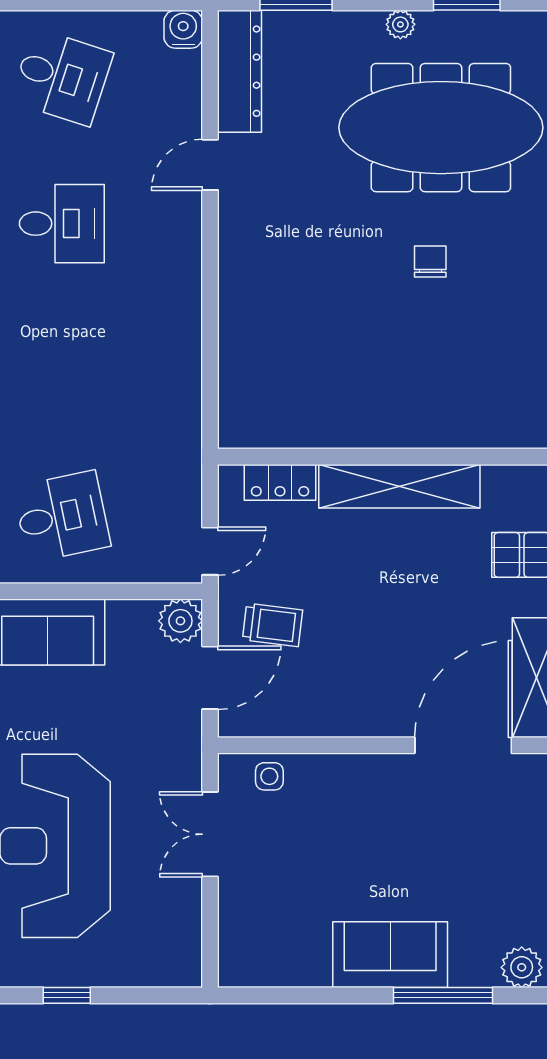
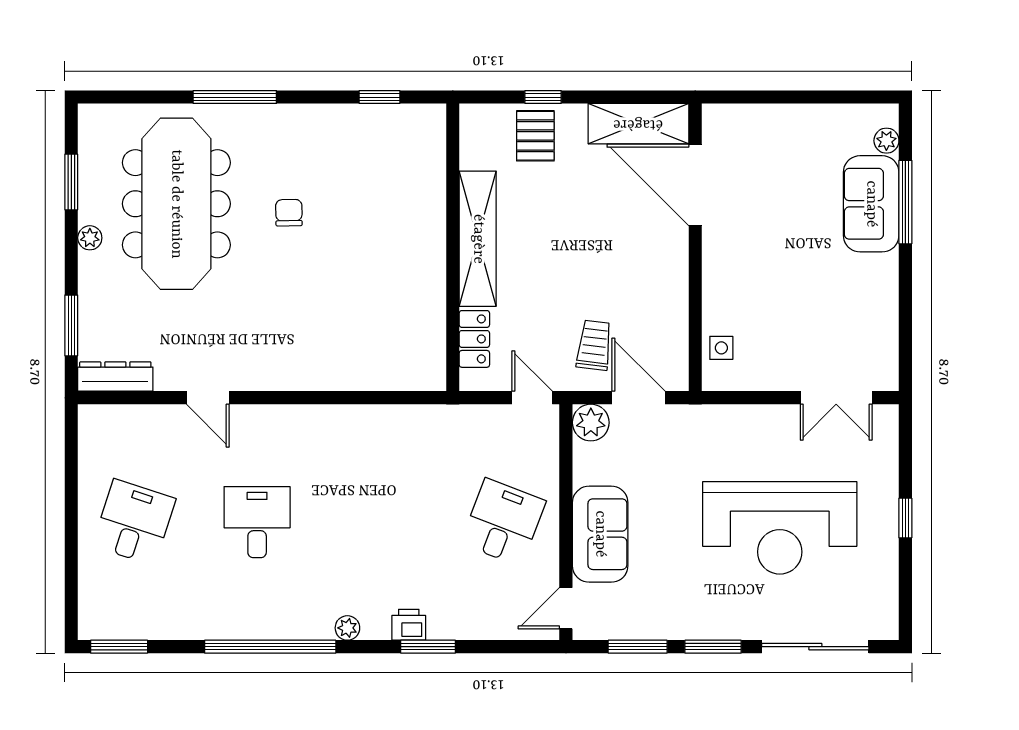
water cooler: (183, 29) -> (94, 420), removed
dresser: (240, 71) -> (115, 377), width x0.73, depth x0.80
chair: (430, 261) -> (289, 213), turned 89
desk: (62, 517) -> (503, 522), turned 33
double door: (210, 834) -> (836, 398), moved
sofa: (390, 955) -> (871, 204), moved
plant: (522, 967) -> (886, 141), width x0.73, depth x0.73

